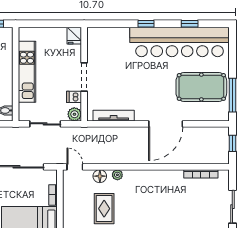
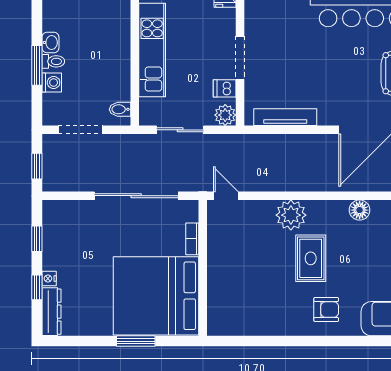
plant: (117, 175) -> (291, 215), width x1.88, depth x1.88
floor lamp: (100, 176) -> (360, 210), moved
rug: (104, 209) -> (311, 258), moved

